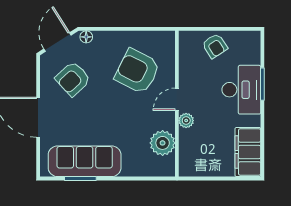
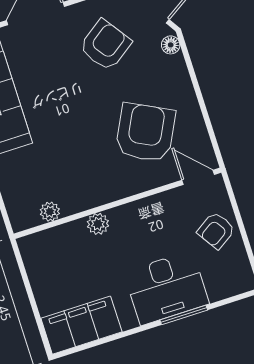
armchair: (73, 79) -> (105, 45), turned 98
door: (177, 99) -> (198, 177), moved
plant: (163, 143) -> (50, 212), width x0.53, depth x0.53

